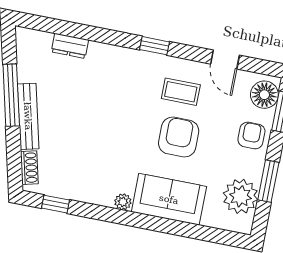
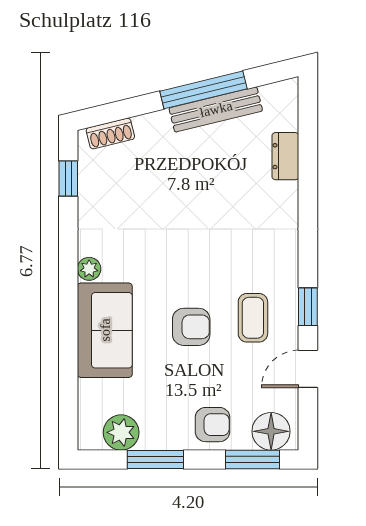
window: (155, 46) -> (308, 307), moved
bench: (28, 116) -> (216, 109), moved
armchair: (179, 137) -> (191, 327), width x0.72, depth x0.72
plant: (241, 196) -> (121, 432), width x0.73, depth x0.73

